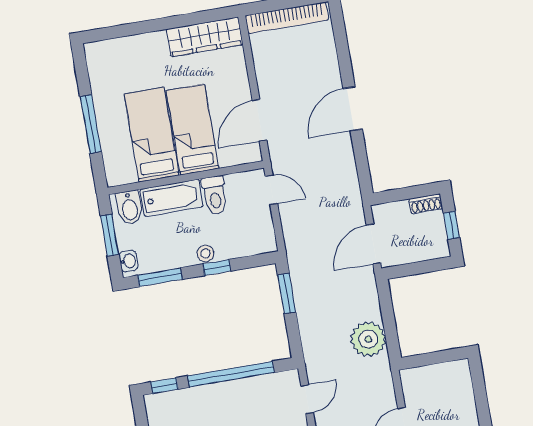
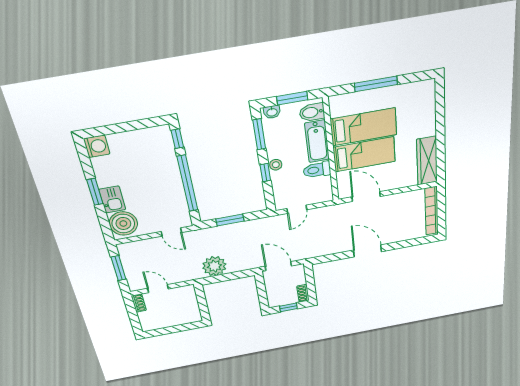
door: (271, 190) -> (297, 209), moved
window: (287, 293) -> (230, 220), moved

